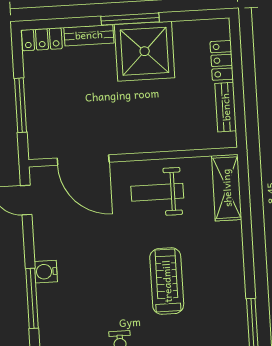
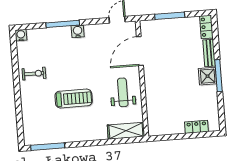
shower: (145, 51) -> (208, 76), width x0.54, depth x0.54
bench: (226, 107) -> (171, 129), removed

